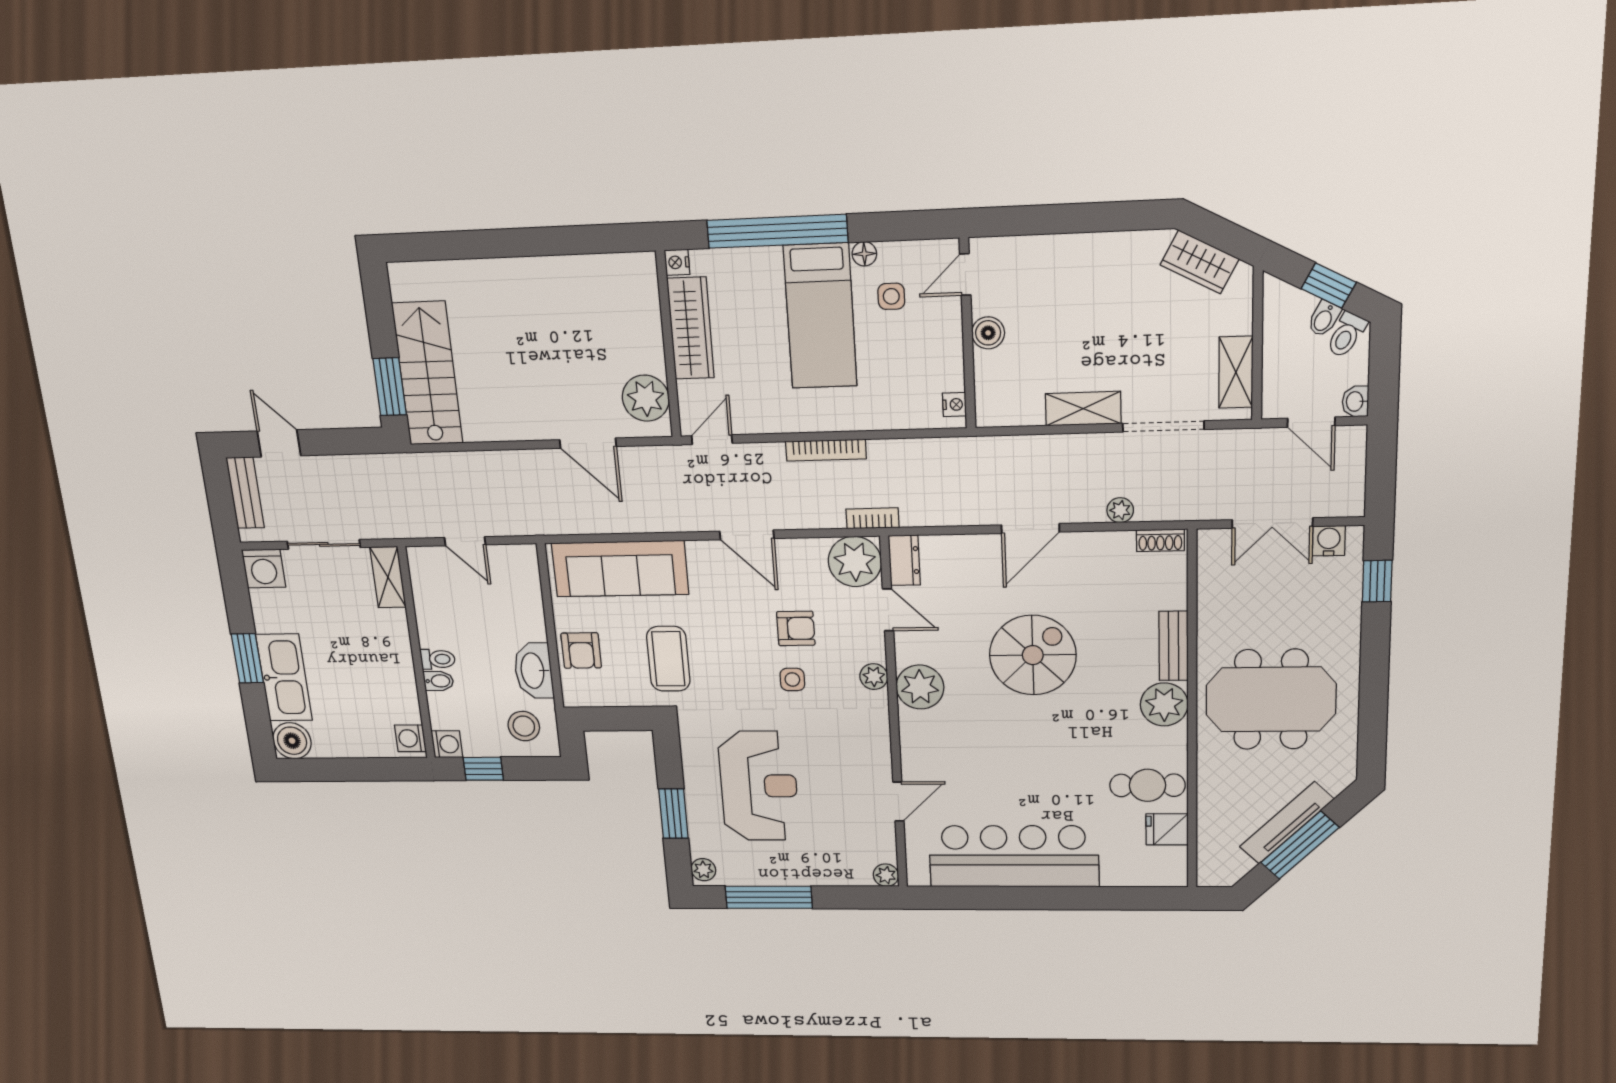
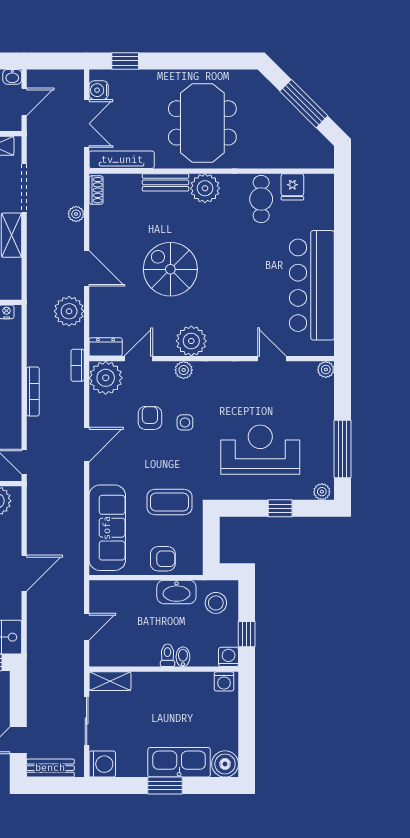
door: (588, 443) -> (24, 573), moved
plant: (959, 503) -> (69, 311), added
window: (673, 814) -> (280, 508), width x0.67
tv unit: (1287, 823) -> (122, 160), moved, turned 135

